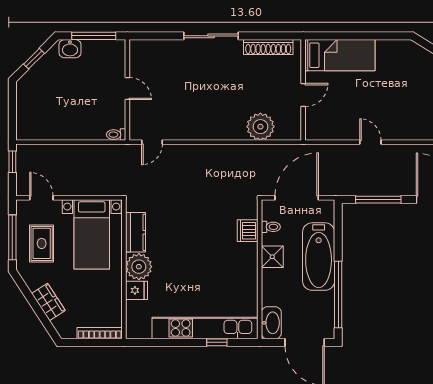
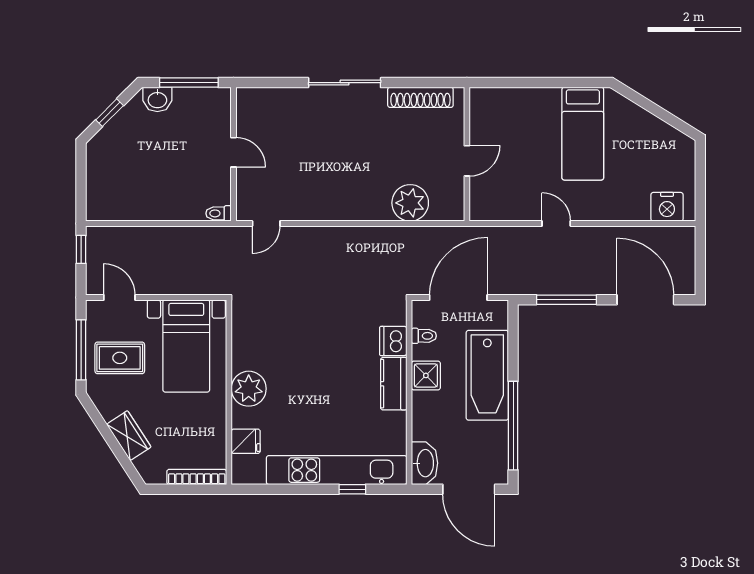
bed: (340, 55) -> (583, 134), moved, turned 90
kitchen counter: (136, 232) -> (394, 384), moved, turned 180
rug: (42, 243) -> (120, 358), turned 90
fridge: (137, 290) -> (246, 441), moved

